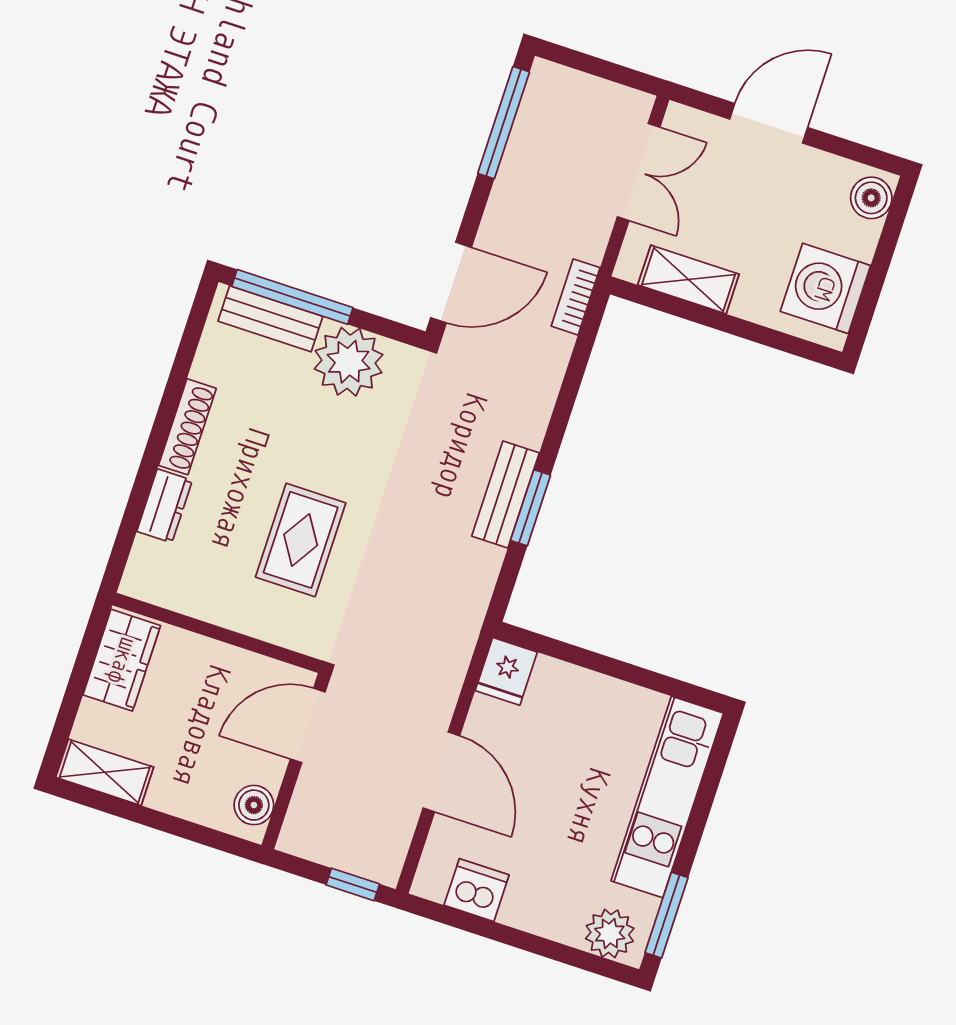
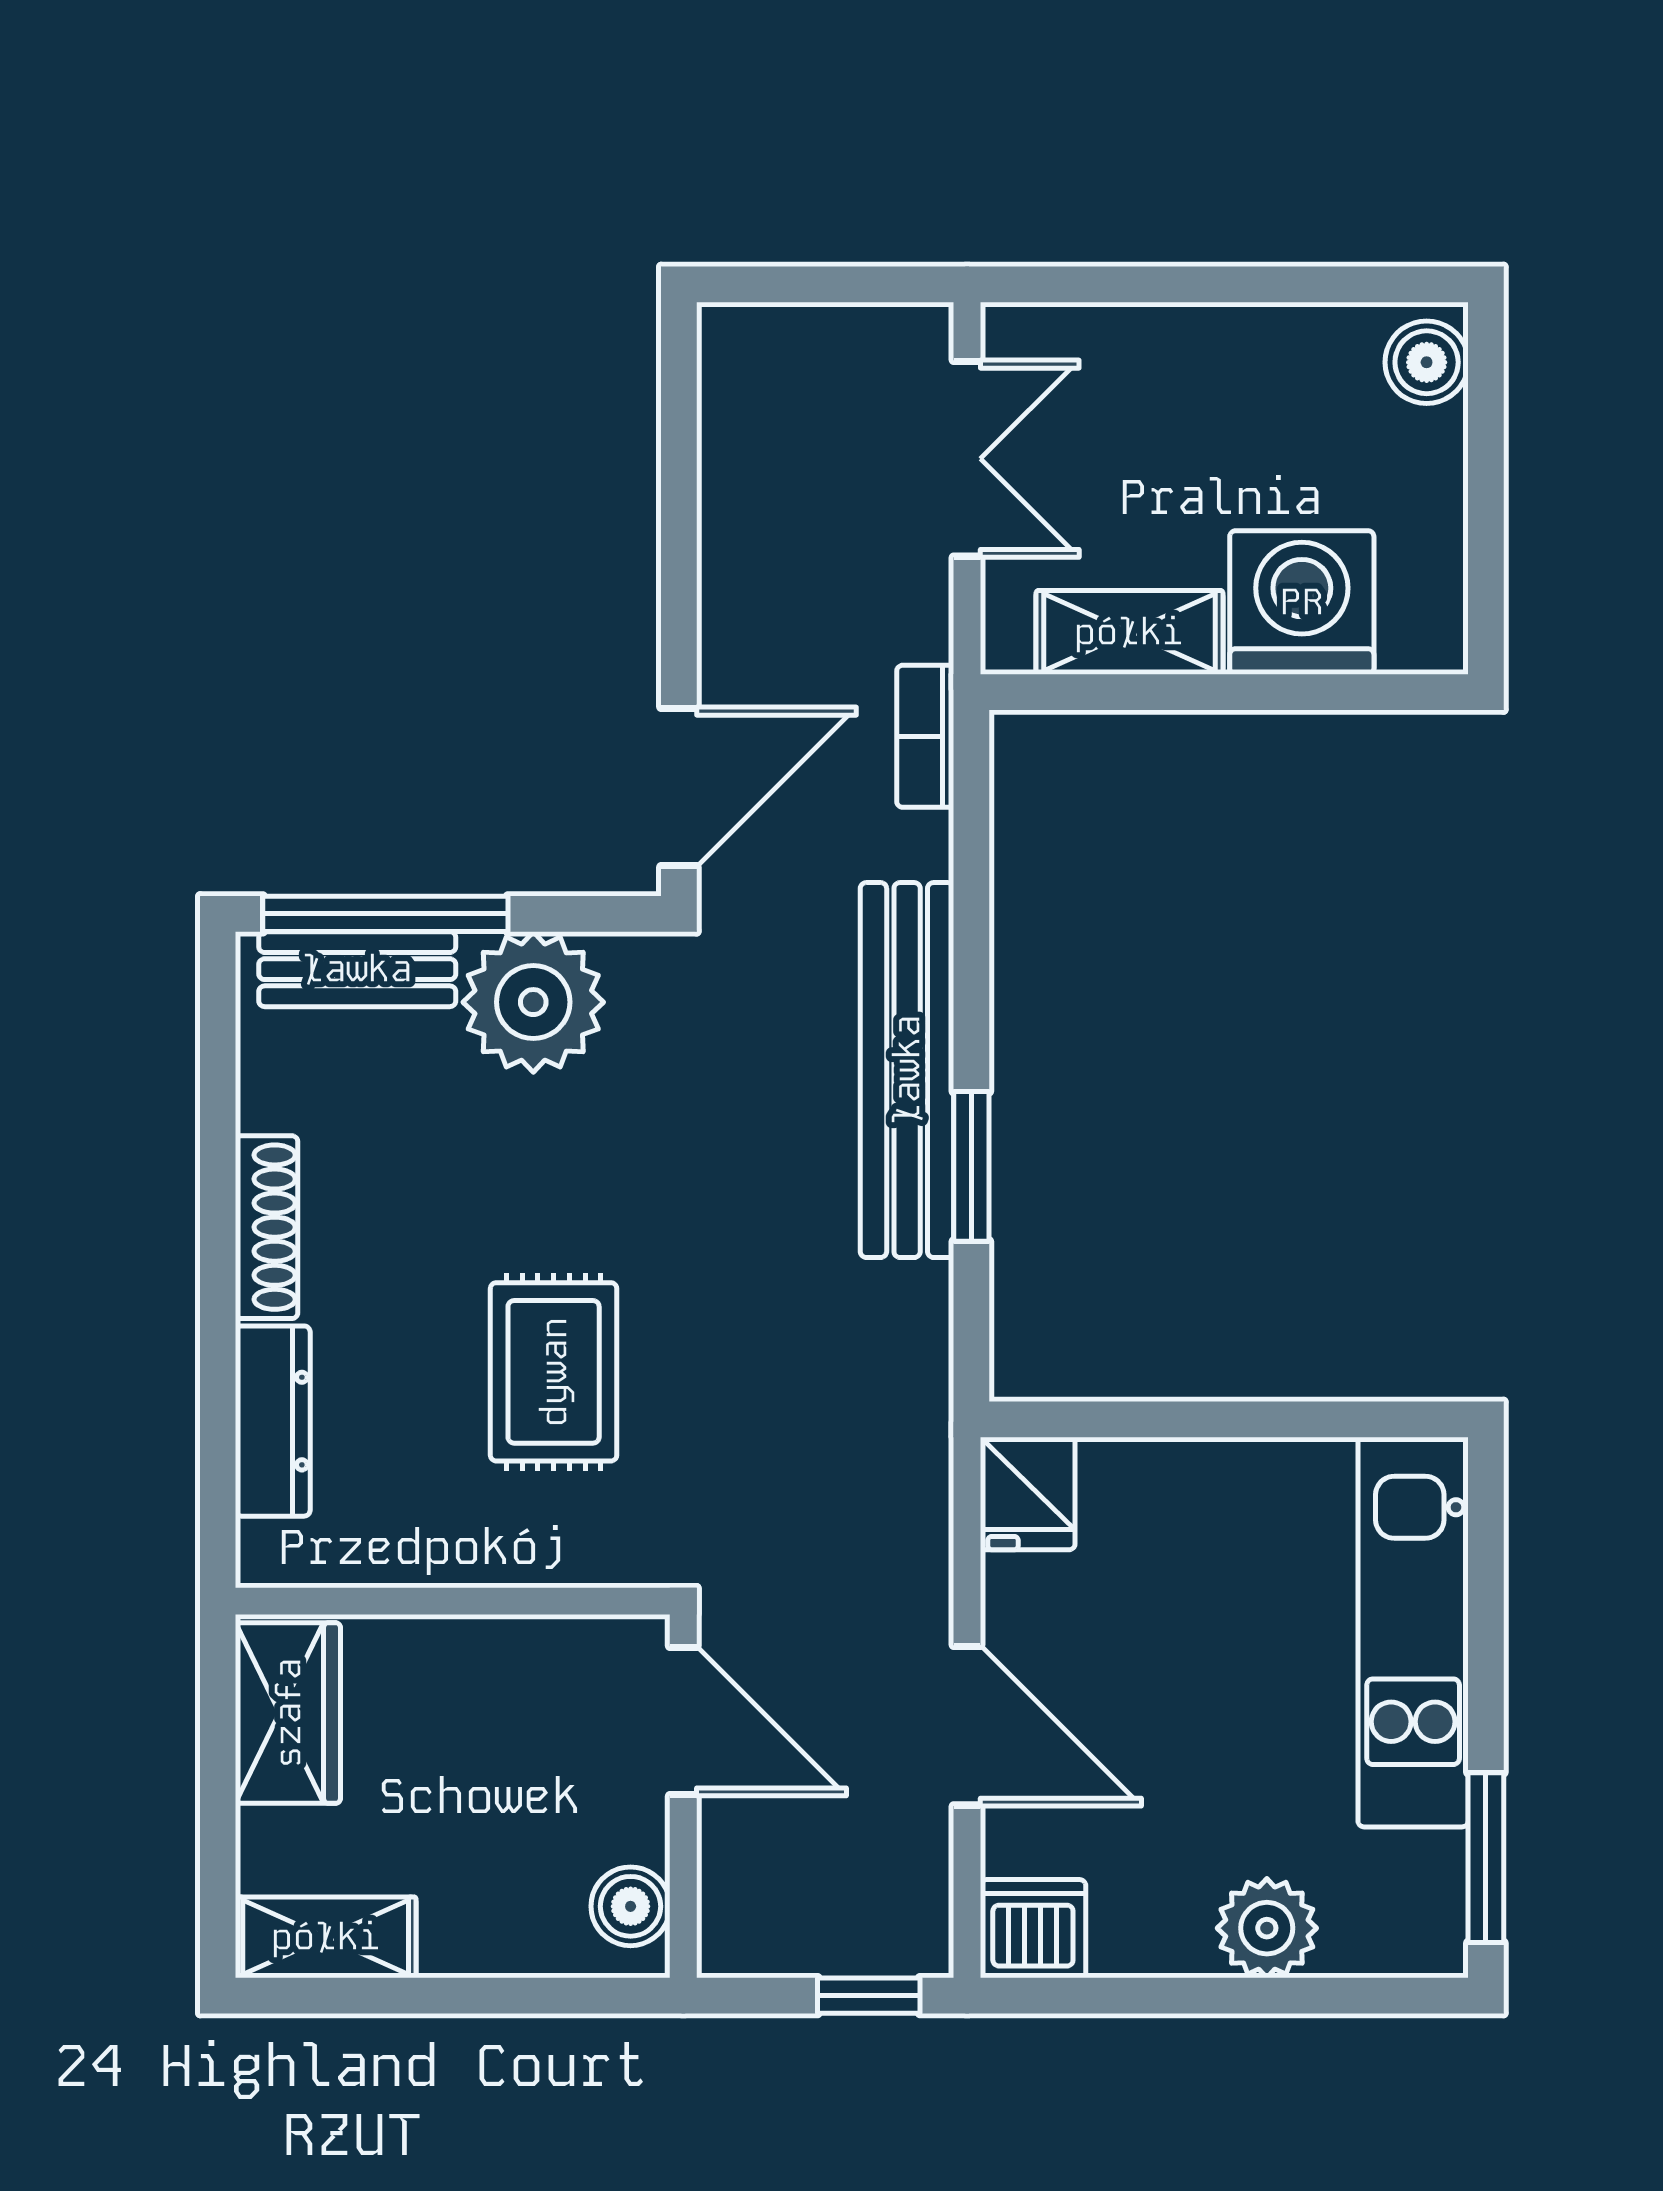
window: (504, 123) -> (679, 449), removed
door: (769, 123) -> (1184, 284), removed
washing machine: (825, 288) -> (1302, 602), moved, turned 90
bench: (505, 495) -> (907, 1070), width x1.86, depth x1.21
dresser: (165, 506) -> (273, 1421), width x1.44
door: (308, 725) -> (683, 1721), swing flipped
dishwasher: (477, 890) -> (1033, 1929), moved
plant: (610, 934) -> (1267, 1928), moved

